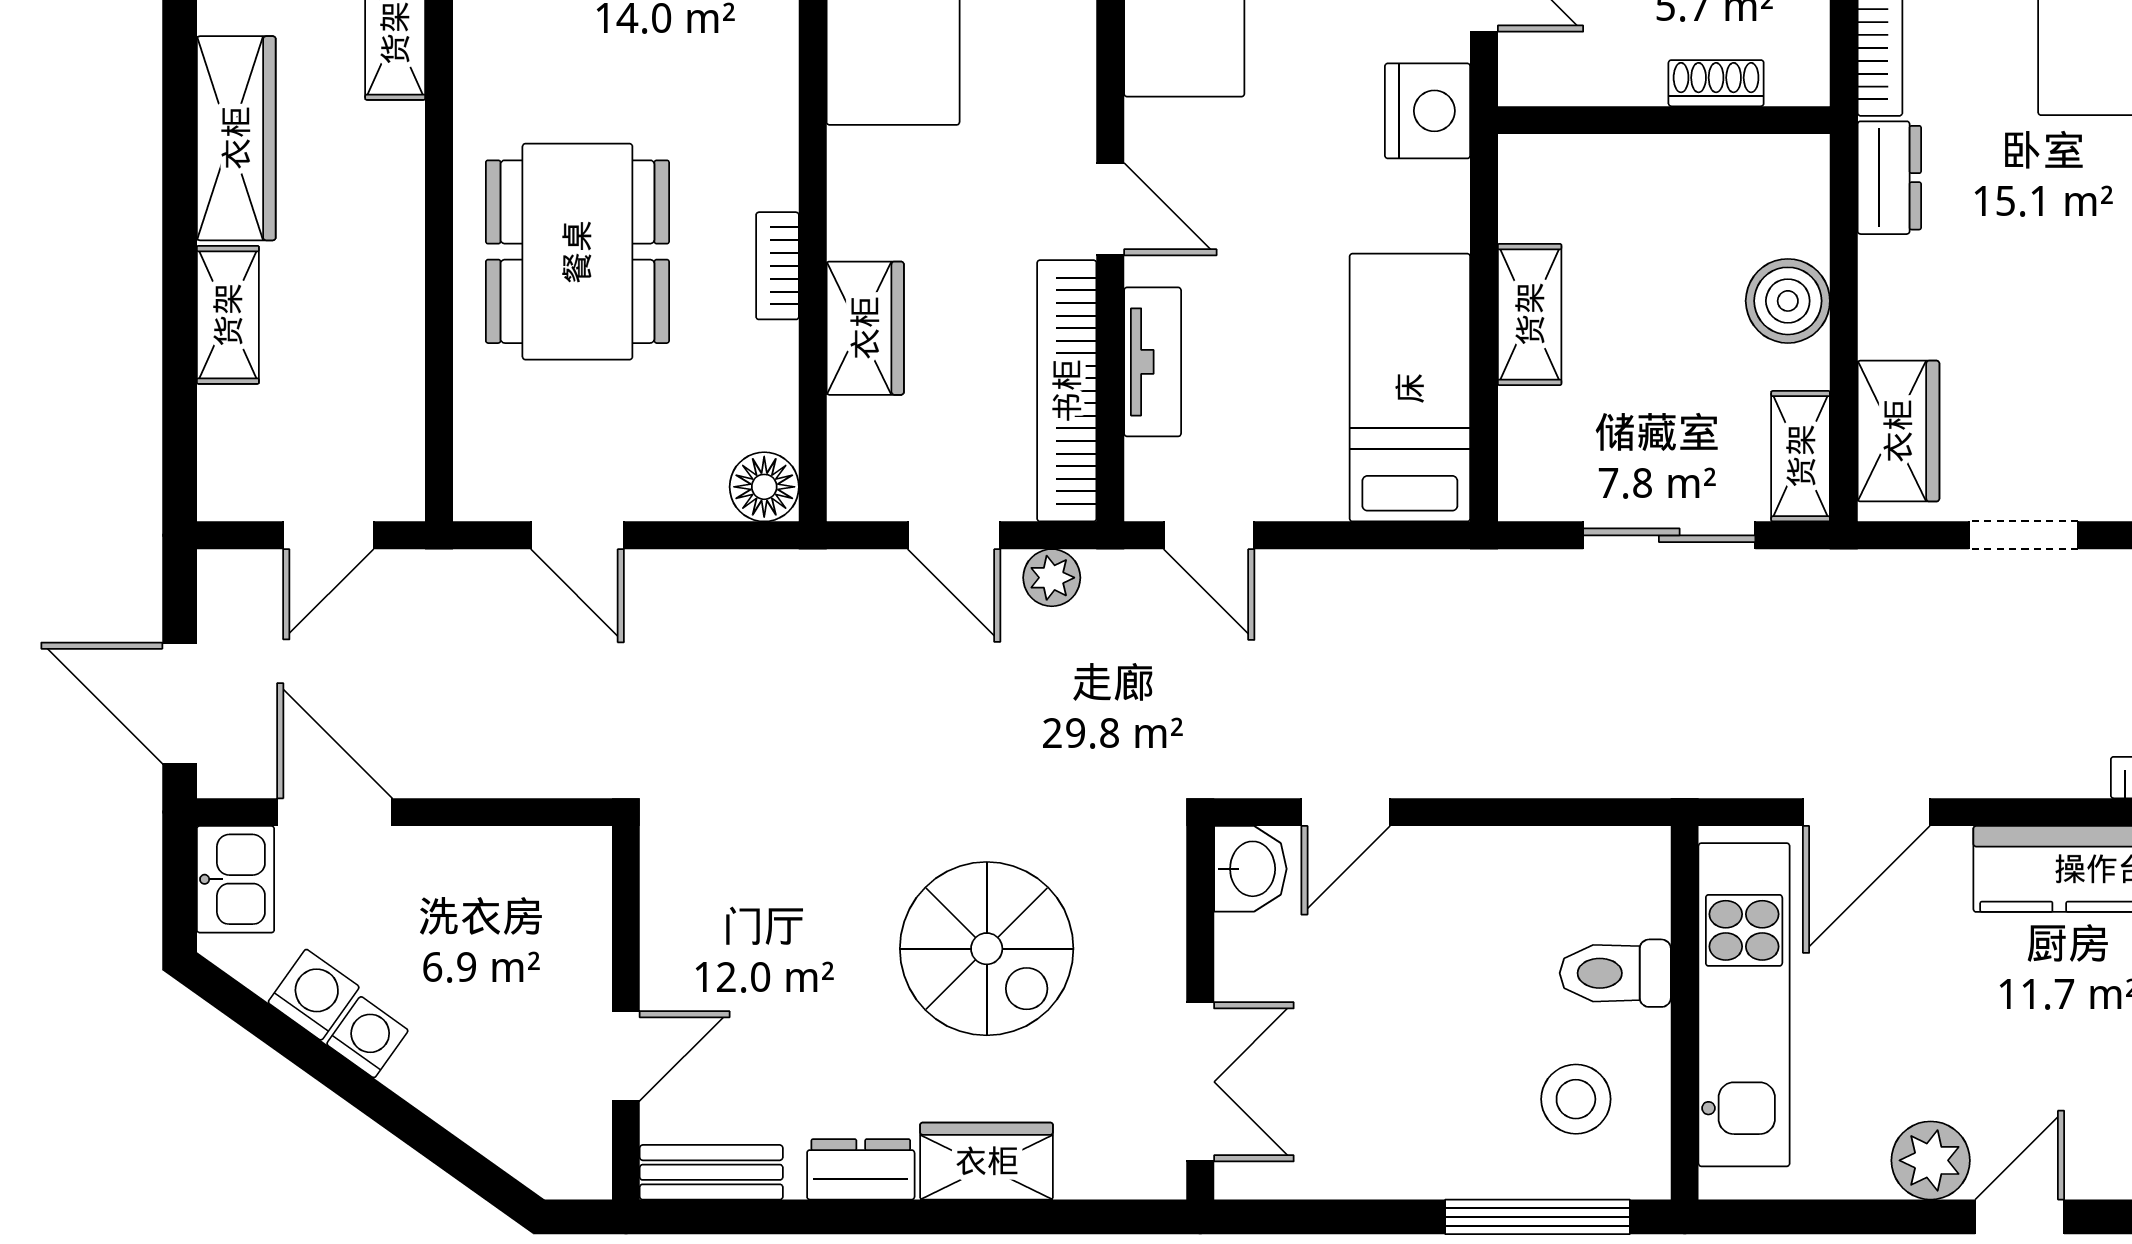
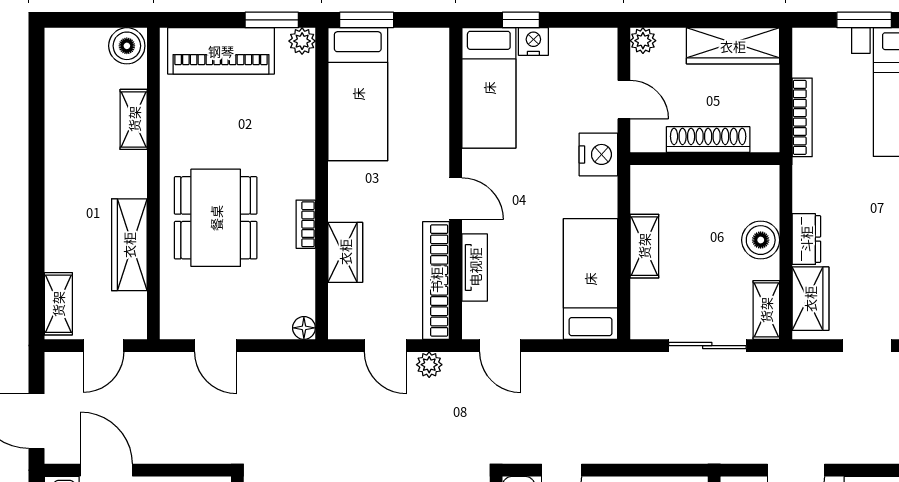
shoe rack: (1716, 83) -> (708, 139), width x1.94, depth x1.24
wardrobe: (236, 138) -> (129, 245), moved, turned 180
dresser: (1889, 178) -> (806, 239), moved
shelving: (228, 315) -> (58, 304), moved
floor lamp: (764, 487) -> (304, 328), width x0.73, depth x0.73

